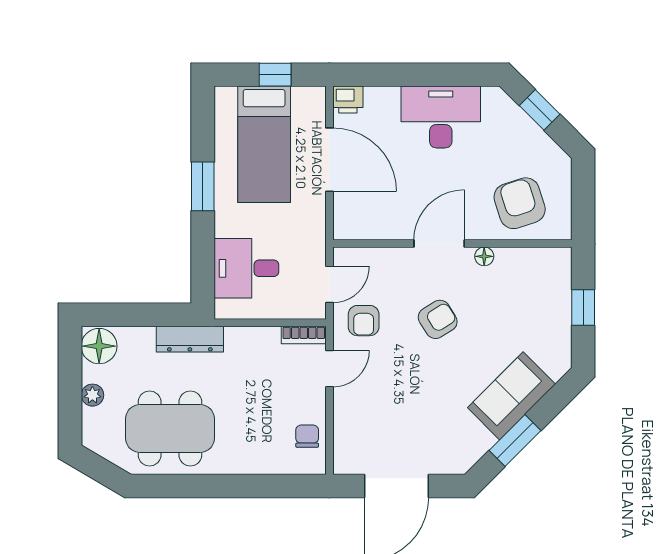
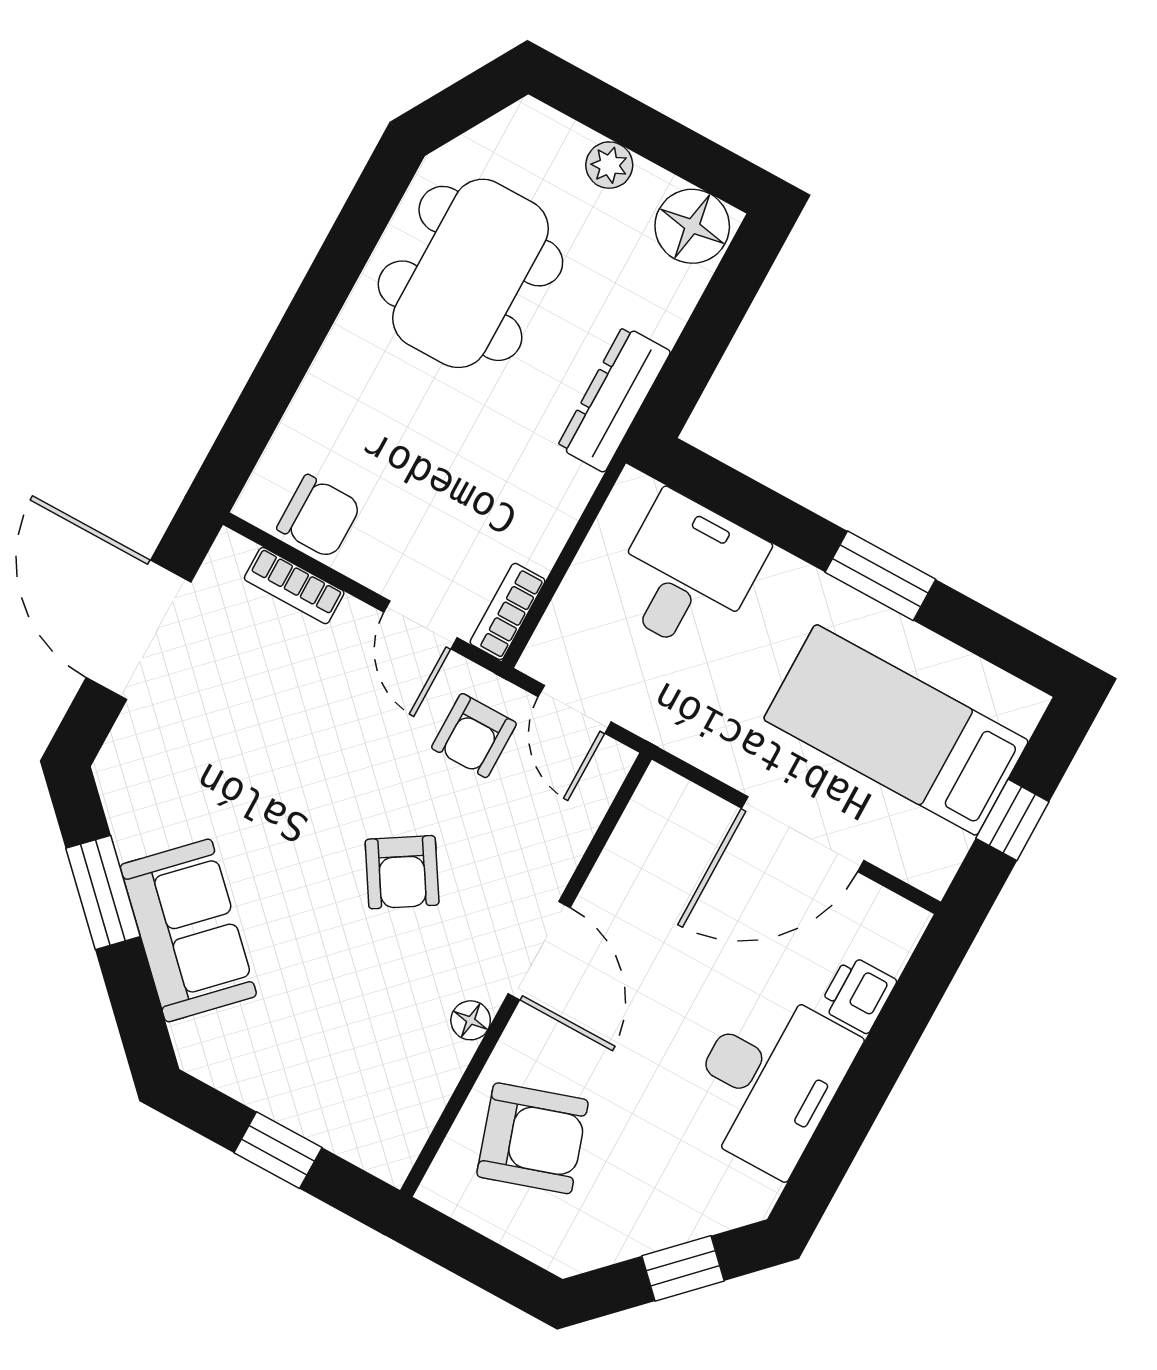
printer: (348, 100) -> (858, 994), moved
armchair: (364, 321) -> (474, 736), turned -90
bookcase: (342, 431) -> (294, 586), added
chair: (307, 436) -> (319, 516), width x1.37, depth x1.37

